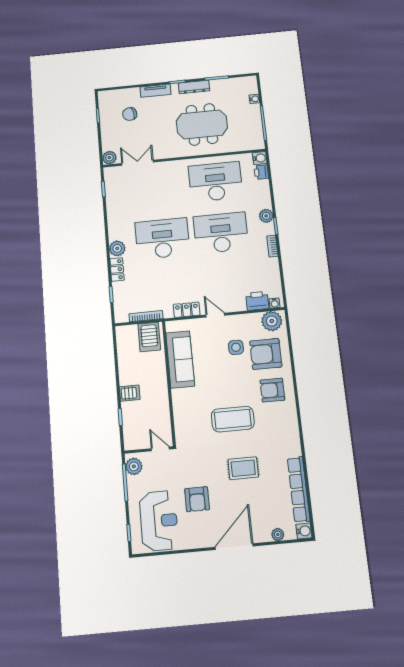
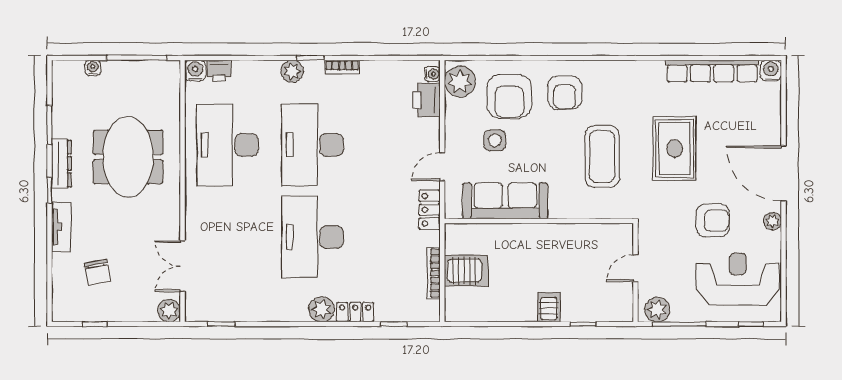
sofa: (180, 359) -> (505, 201), moved
wall: (169, 383) -> (539, 221), moved
rug: (243, 468) -> (675, 149), width x1.36, depth x1.43
plant: (278, 535) -> (772, 221), moved

